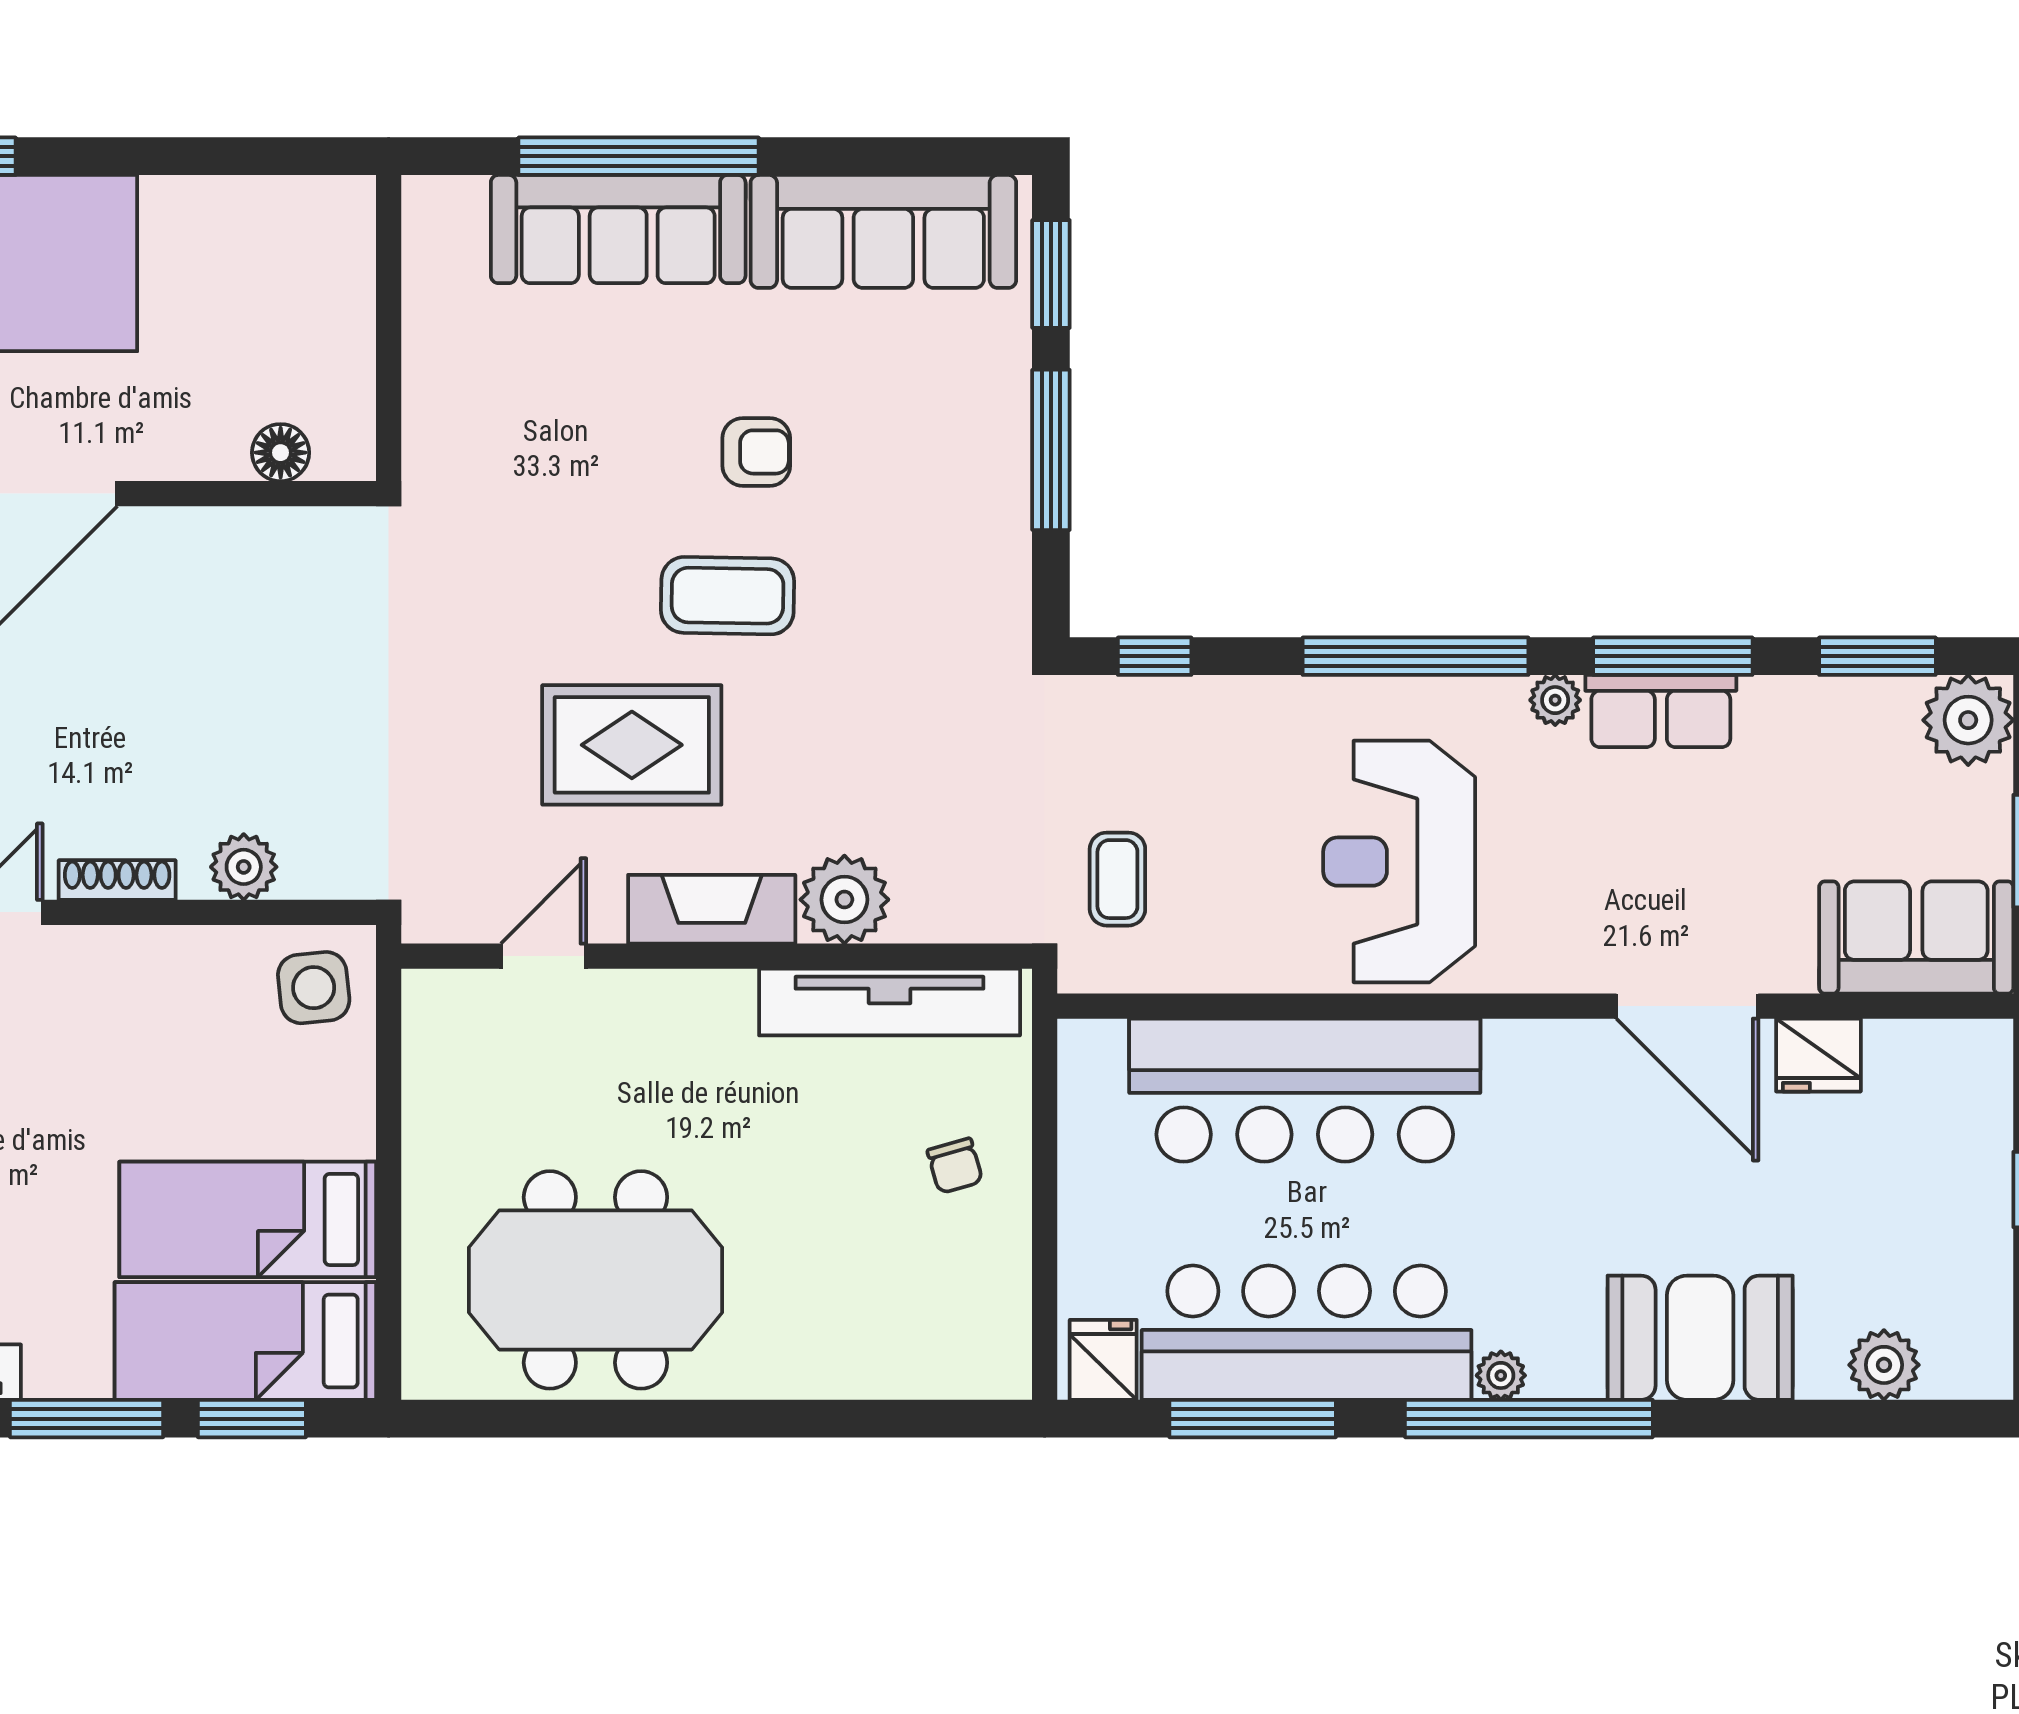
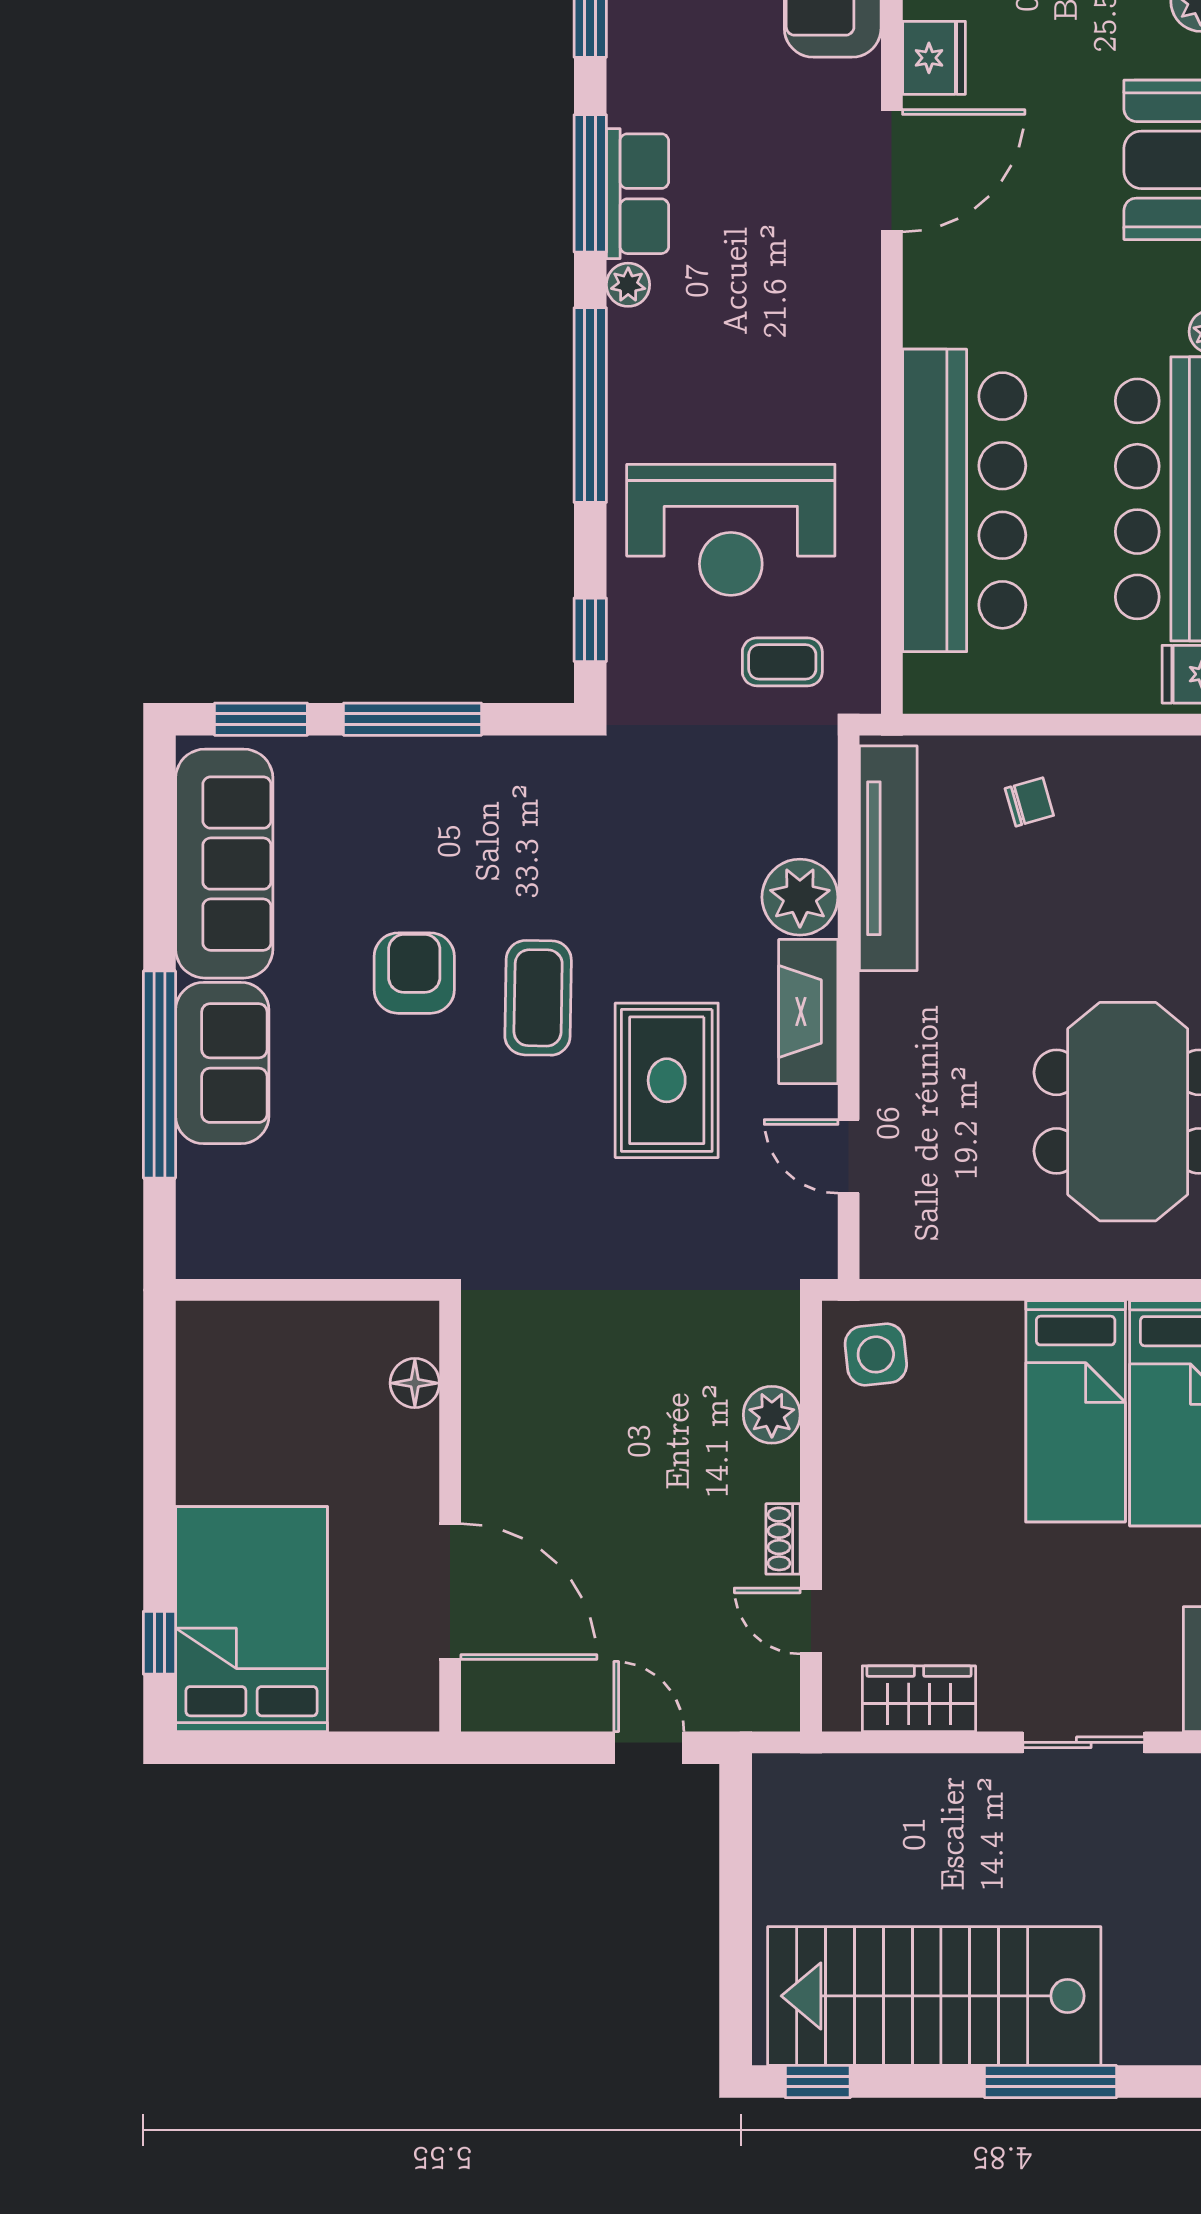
sofa: (618, 229) -> (222, 1063), width x0.73
armchair: (756, 452) -> (414, 973), width x1.38, depth x1.38
reception desk: (1399, 862) -> (731, 530), moved
shoe rack: (117, 880) -> (783, 1539), width x0.70

